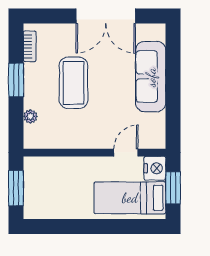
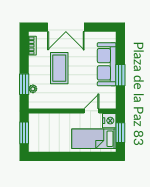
double door: (106, 16) -> (66, 27), moved
window: (16, 80) -> (24, 84), moved
window: (173, 94) -> (120, 75), added

